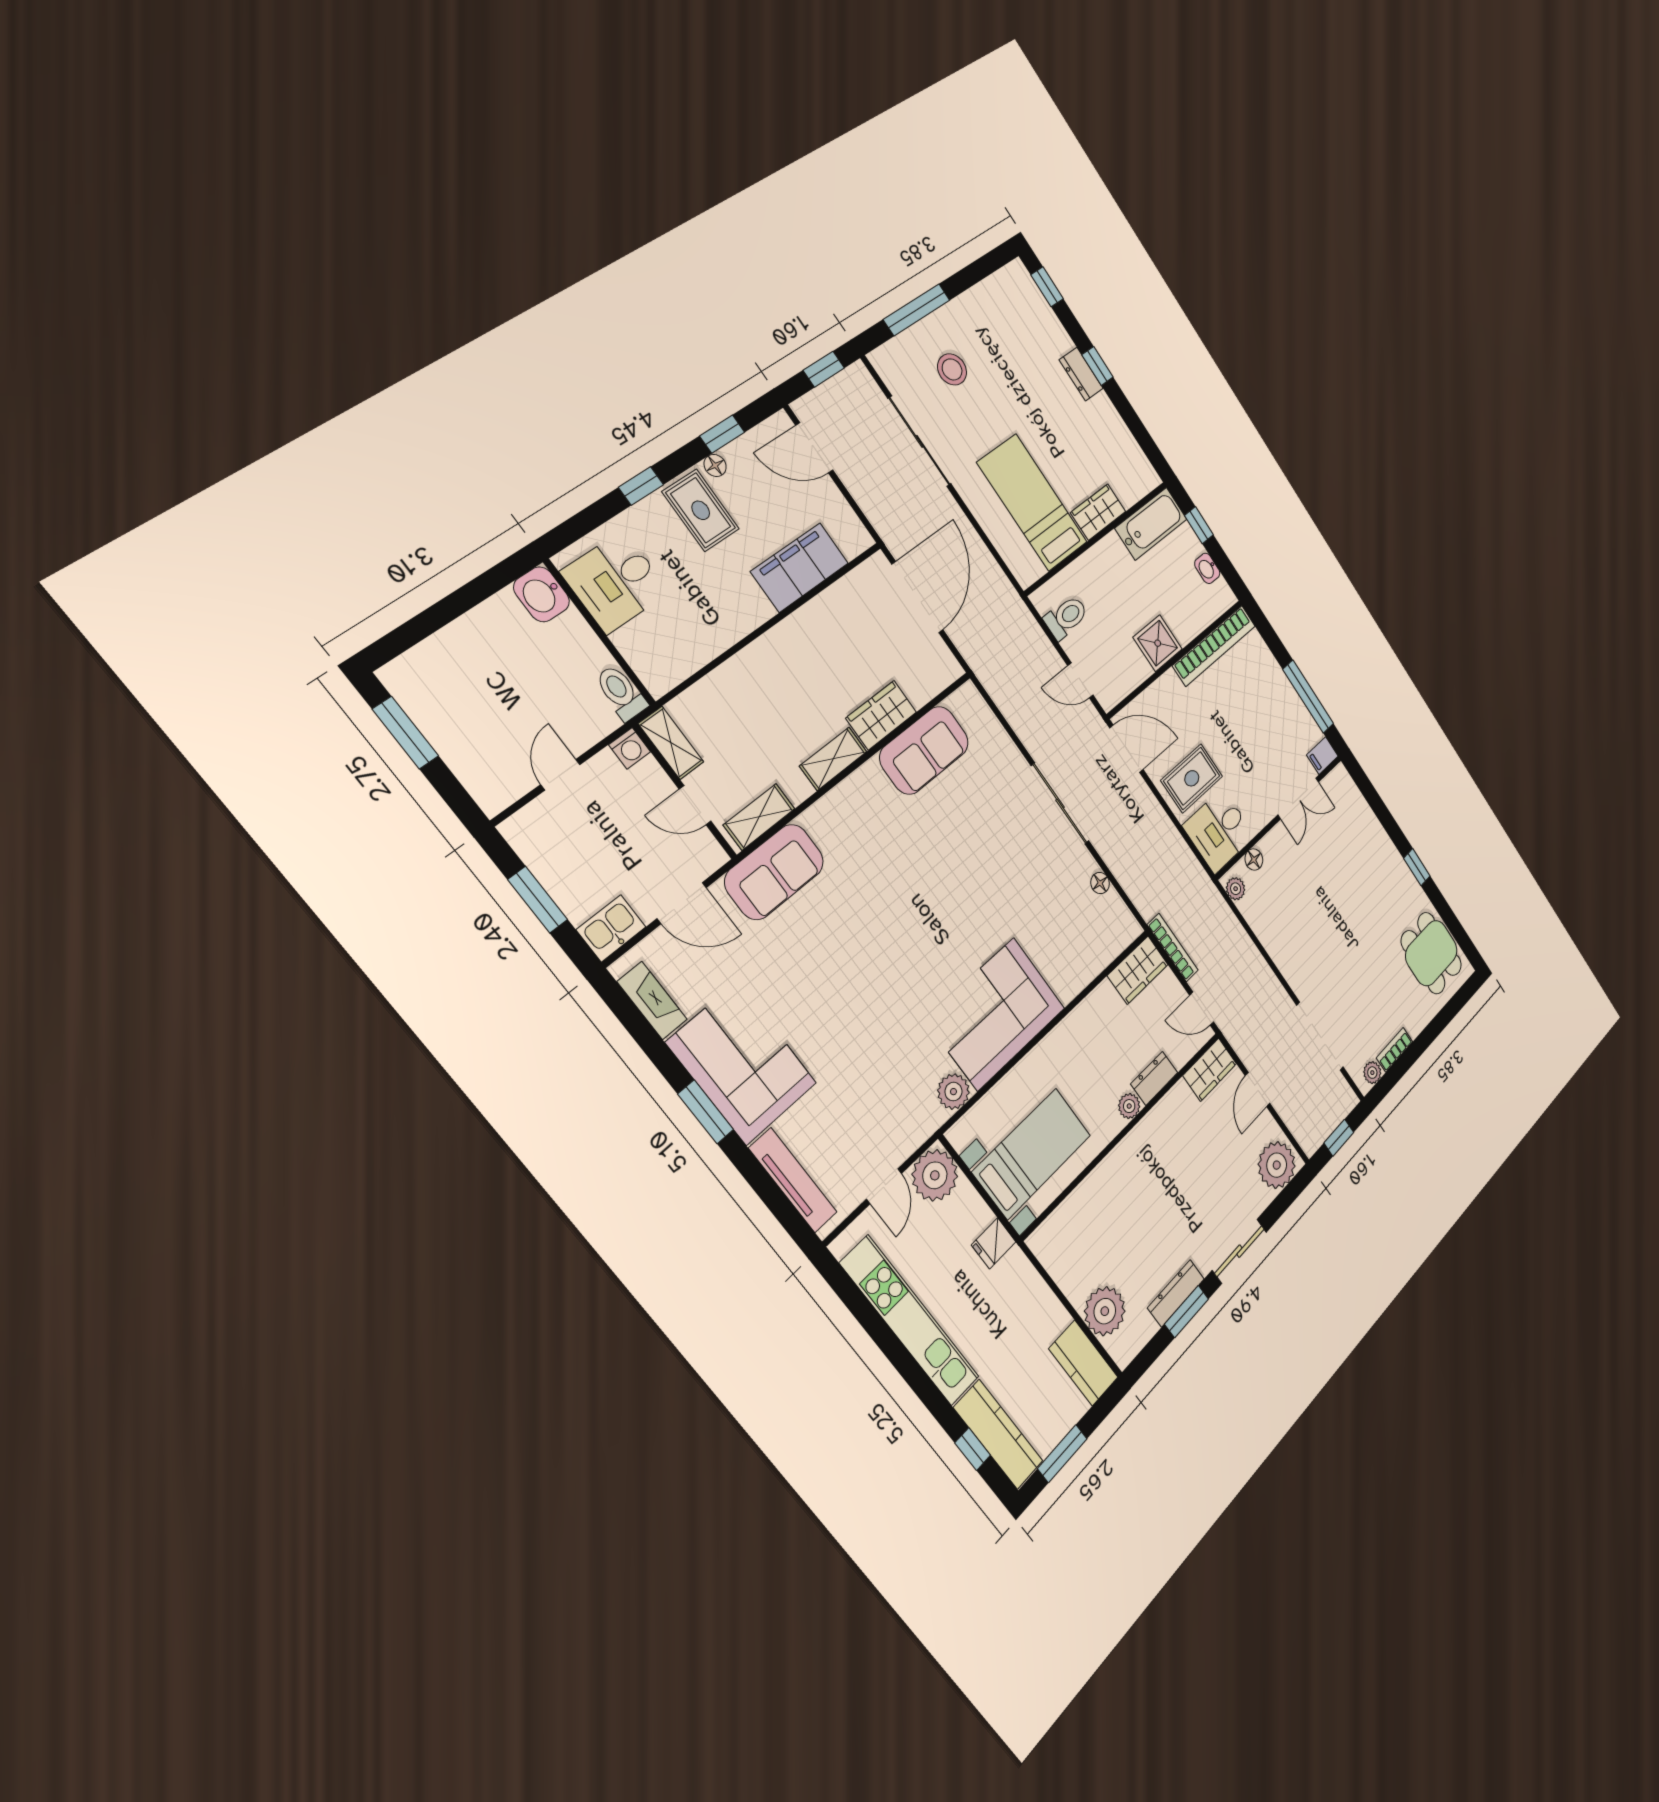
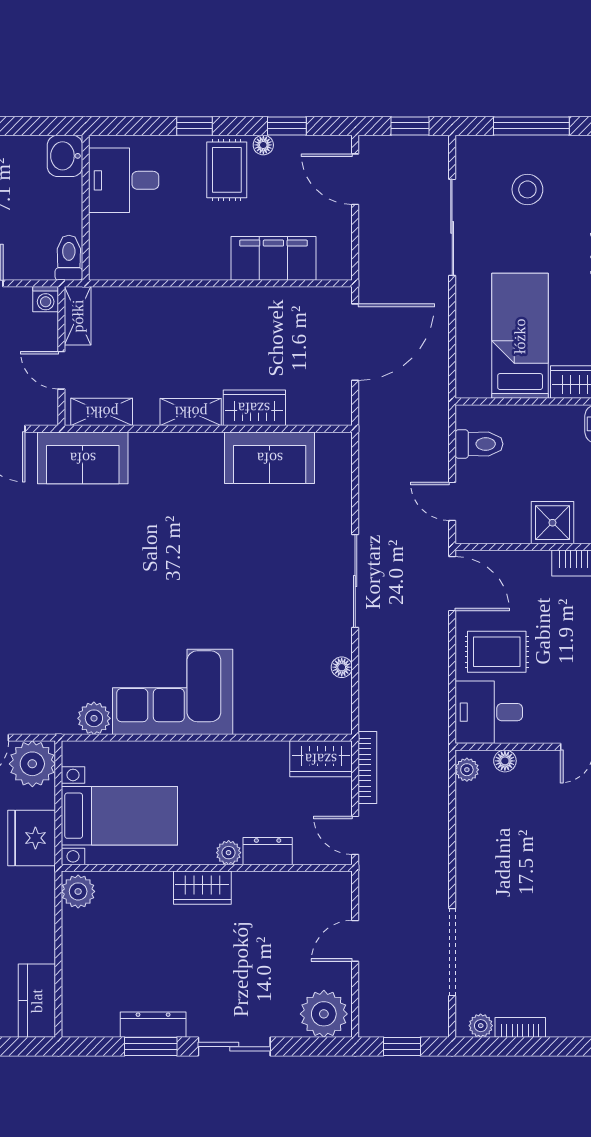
wardrobe: (1210, 1070) -> (202, 888), moved
fridge: (994, 1243) -> (32, 838), width x1.88, depth x1.34
plant: (1105, 1311) -> (78, 891), moved, width x0.73, depth x0.73

